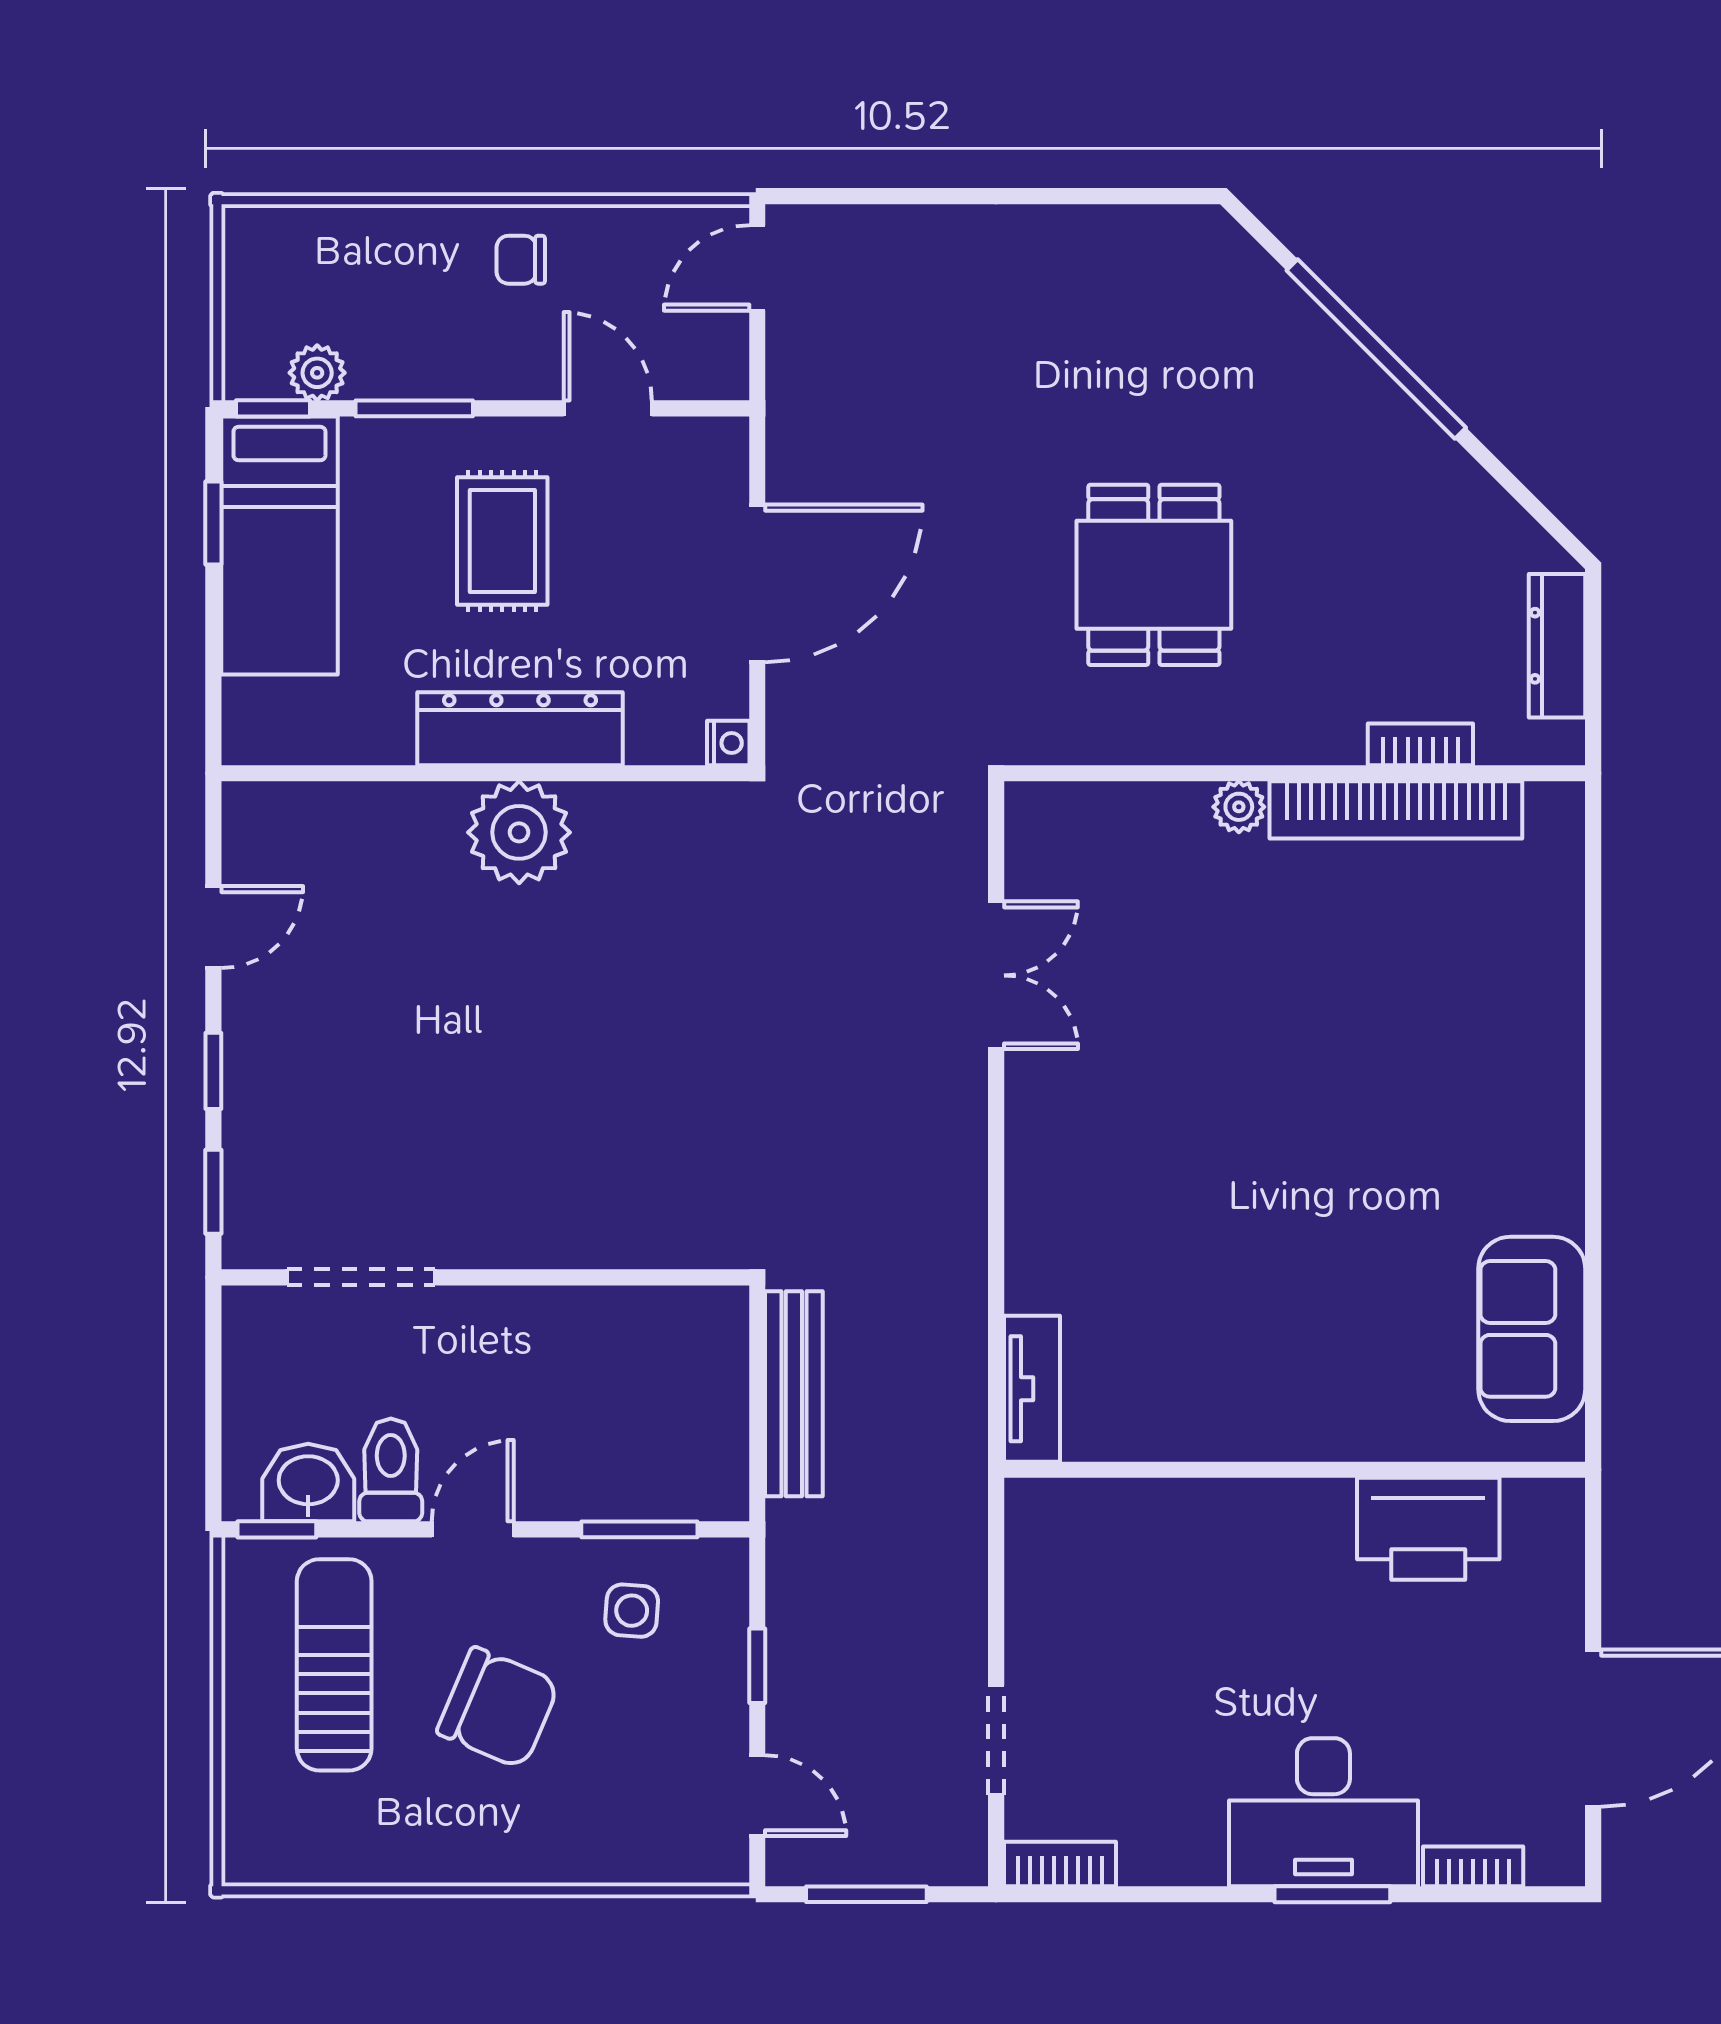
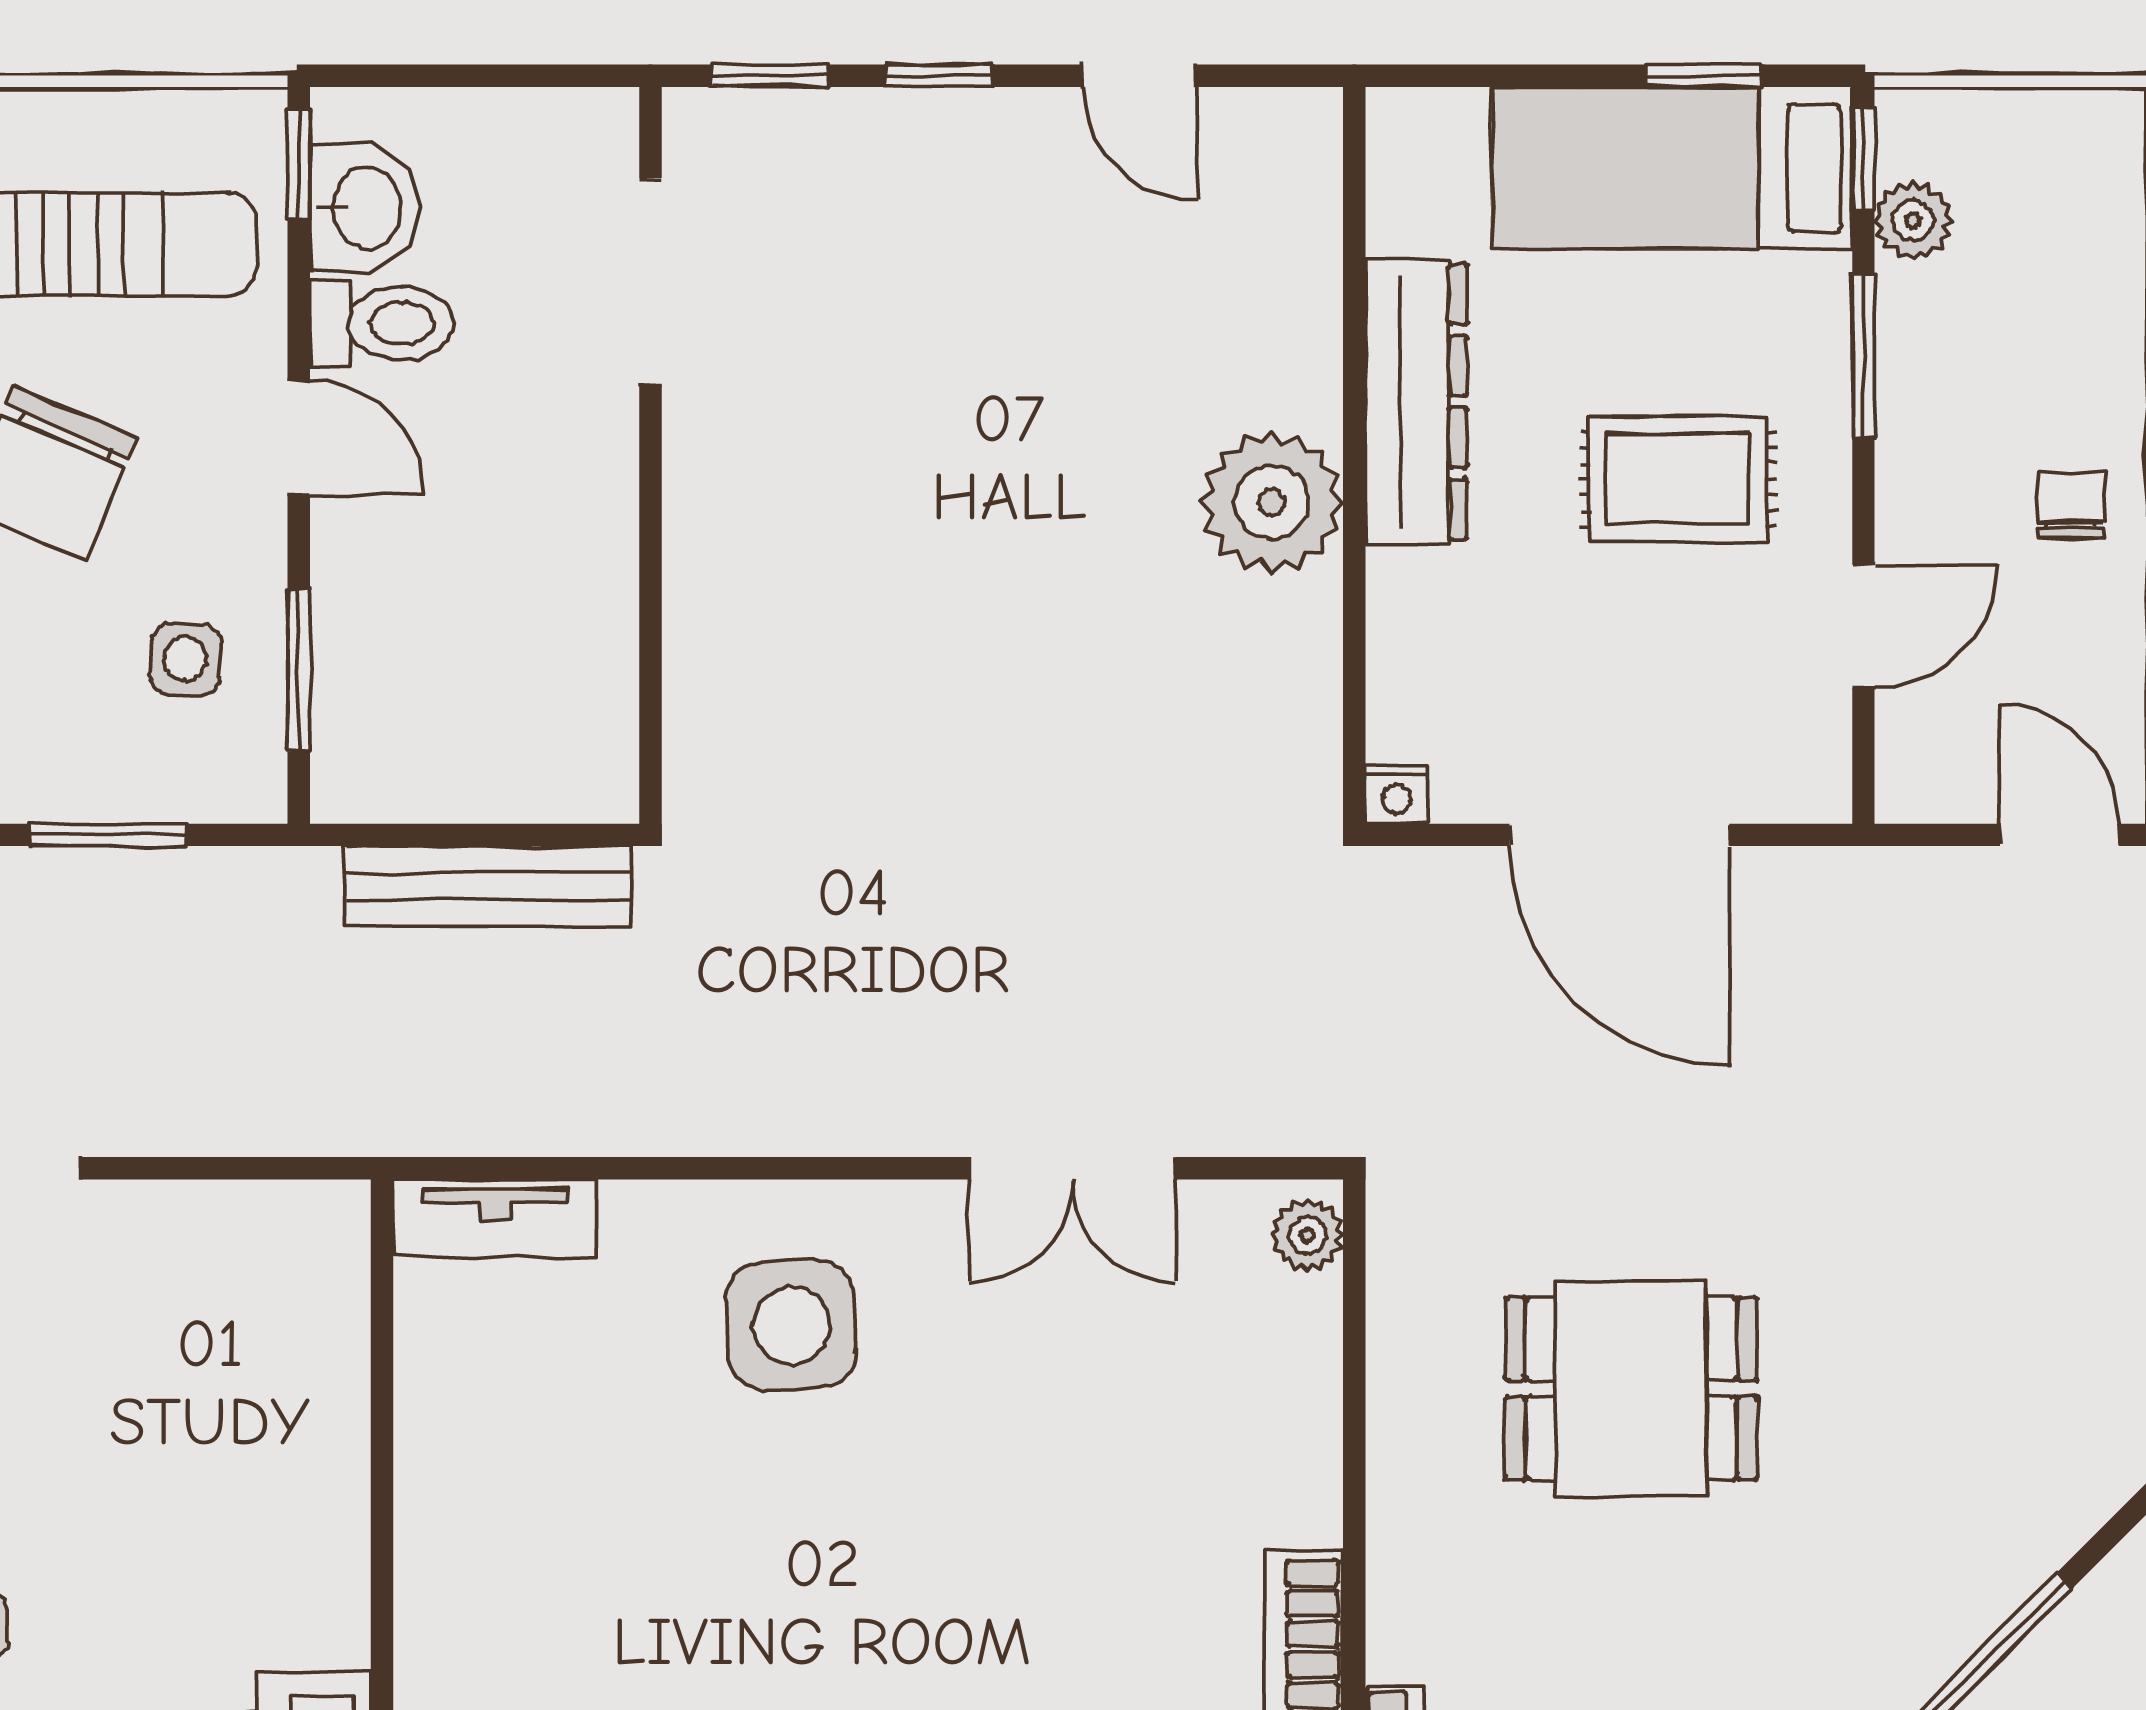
dresser: (520, 729) -> (1416, 402), moved
plant: (1239, 807) -> (1307, 1235), moved
side table: (1109, 1177) -> (791, 1325), added
window: (757, 1666) -> (108, 835), width x1.50

